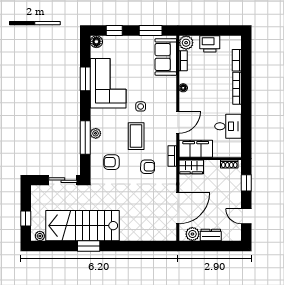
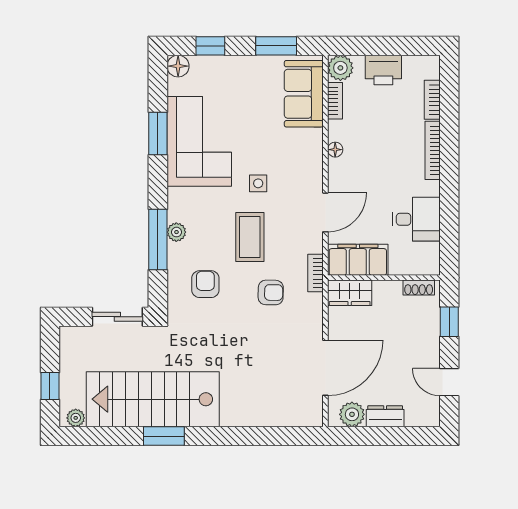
armchair: (112, 162) -> (205, 284), turned 90

